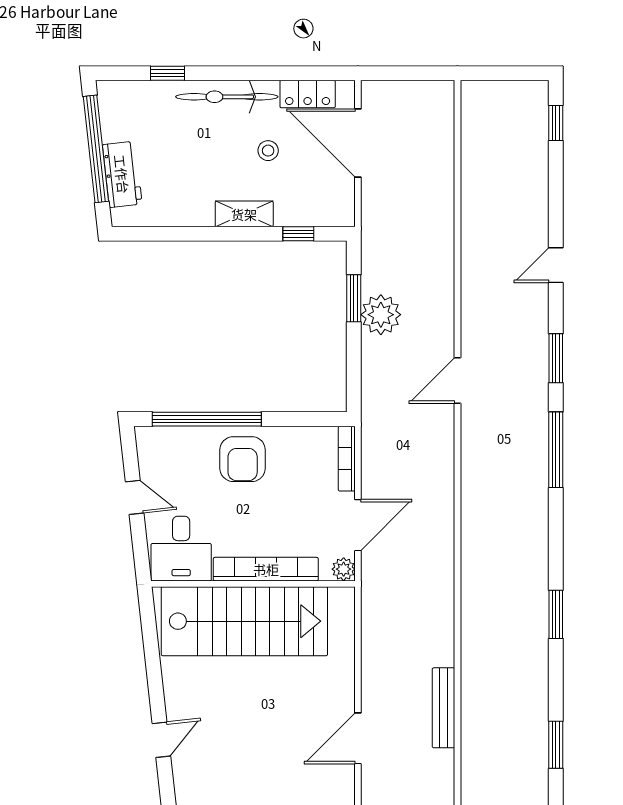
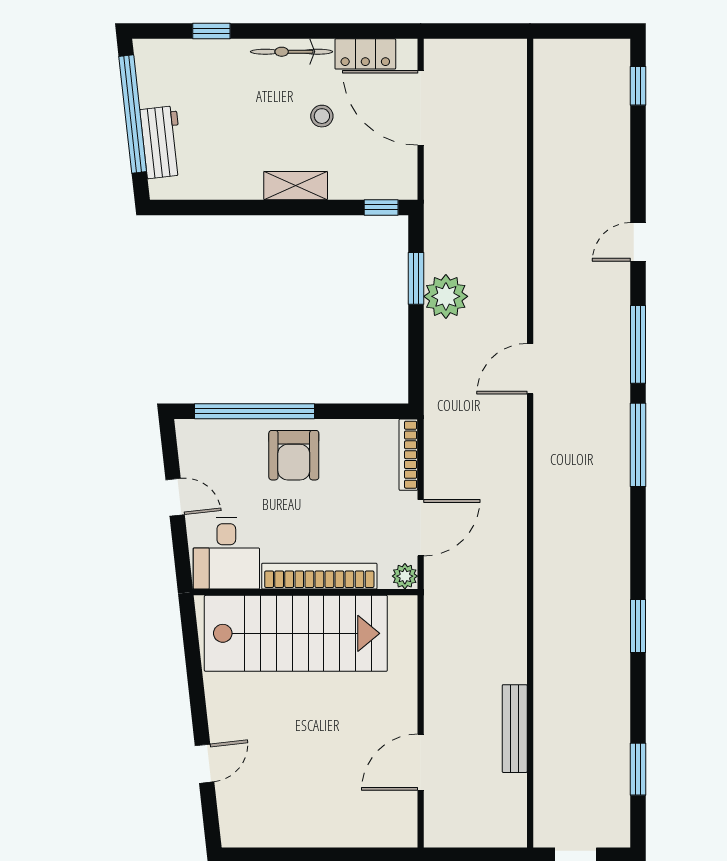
bicycle: (227, 97) -> (292, 52), width x0.73, depth x0.71
window: (298, 234) -> (381, 207), moved
window: (556, 358) -> (638, 344), width x1.44

